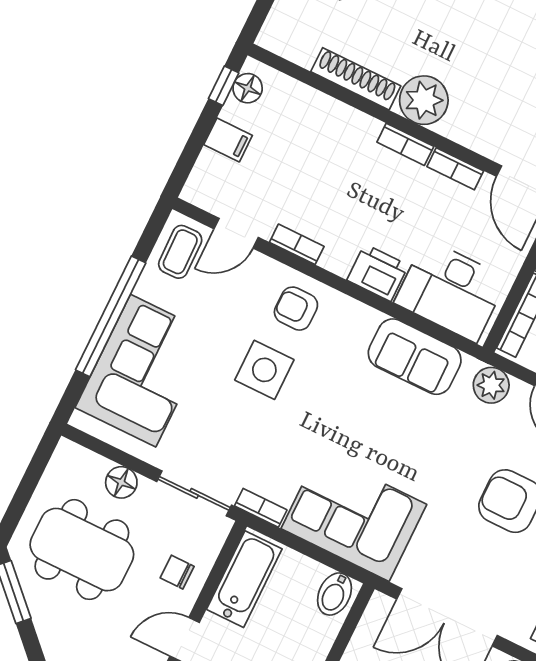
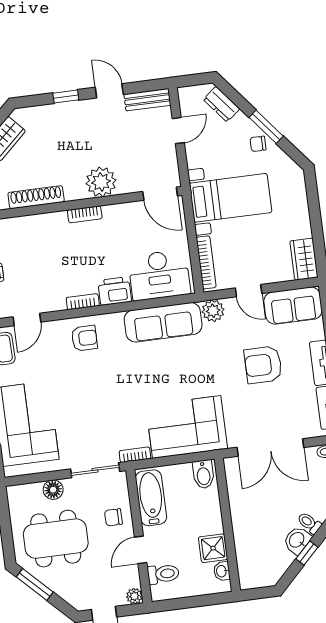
plant: (424, 100) -> (101, 182), moved
bookcase: (455, 169) -> (119, 210), removed
bookcase: (297, 244) -> (83, 302), moved
armchair: (296, 309) -> (84, 338), turned 180
sofa: (415, 357) -> (163, 322), width x1.36
side table: (264, 370) -> (89, 381), removed

